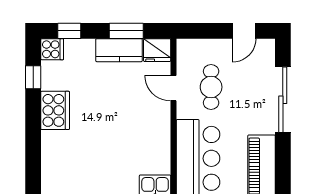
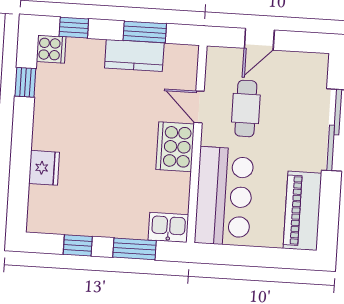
door: (244, 31) -> (259, 39), moved
fridge: (157, 50) -> (44, 168), moved, turned -90
cooker: (55, 110) -> (175, 147), moved, turned 180

